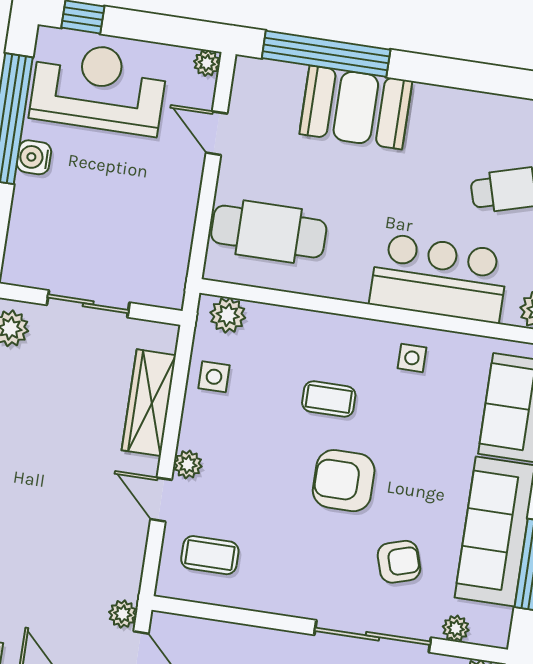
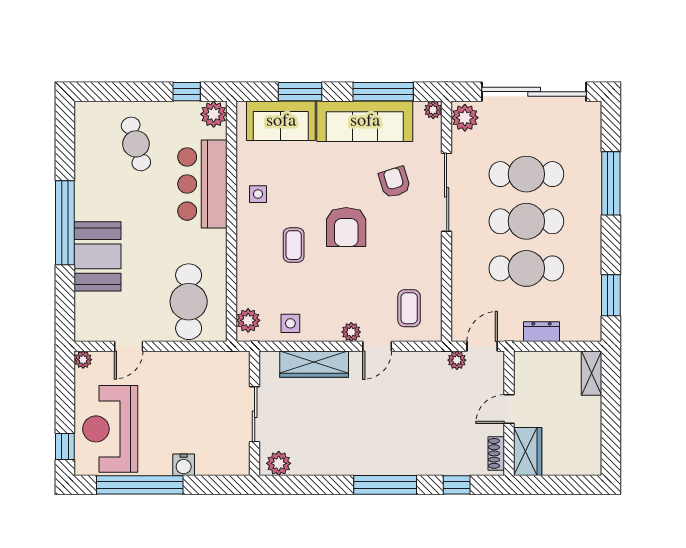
window: (326, 54) -> (65, 223), moved
water cooler: (34, 157) -> (184, 465), moved
plant: (456, 628) -> (433, 110), moved

